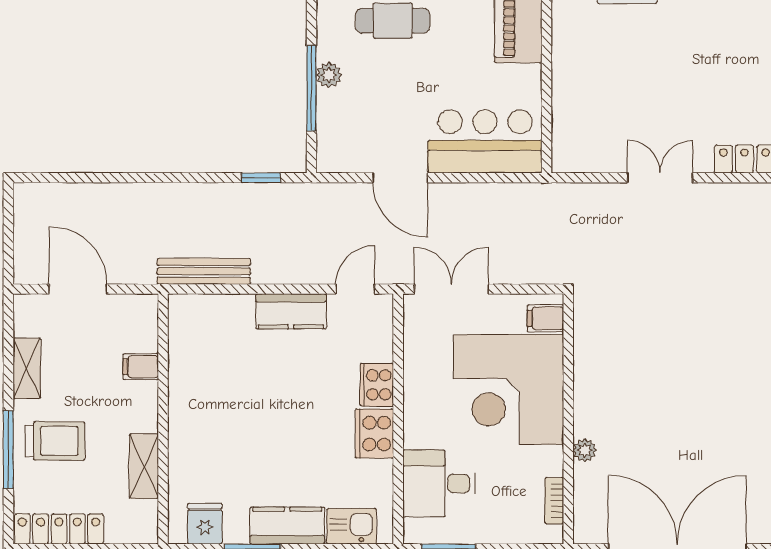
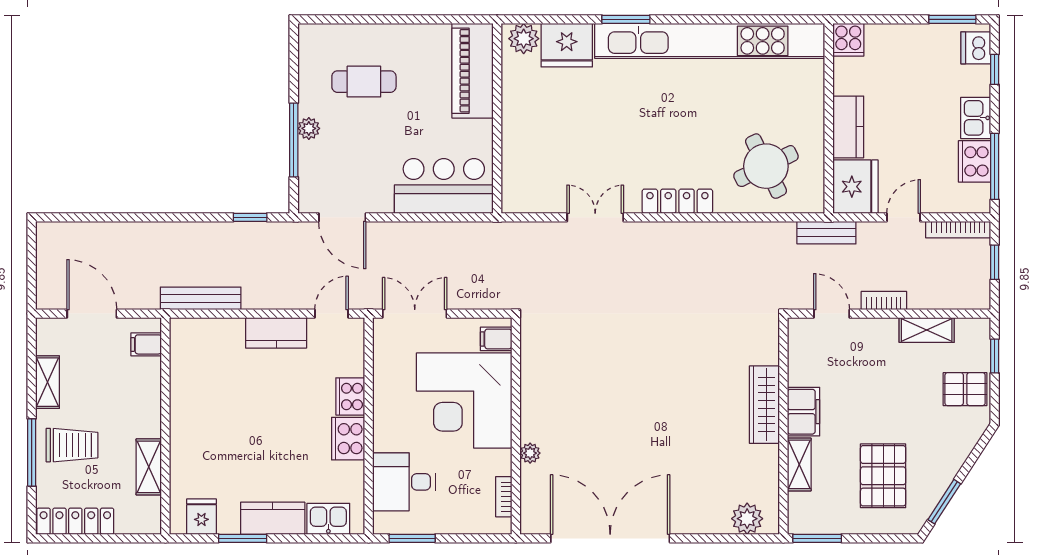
door: (400, 178) -> (342, 217), moved
filing cabinet: (141, 367) -> (146, 344), moved

